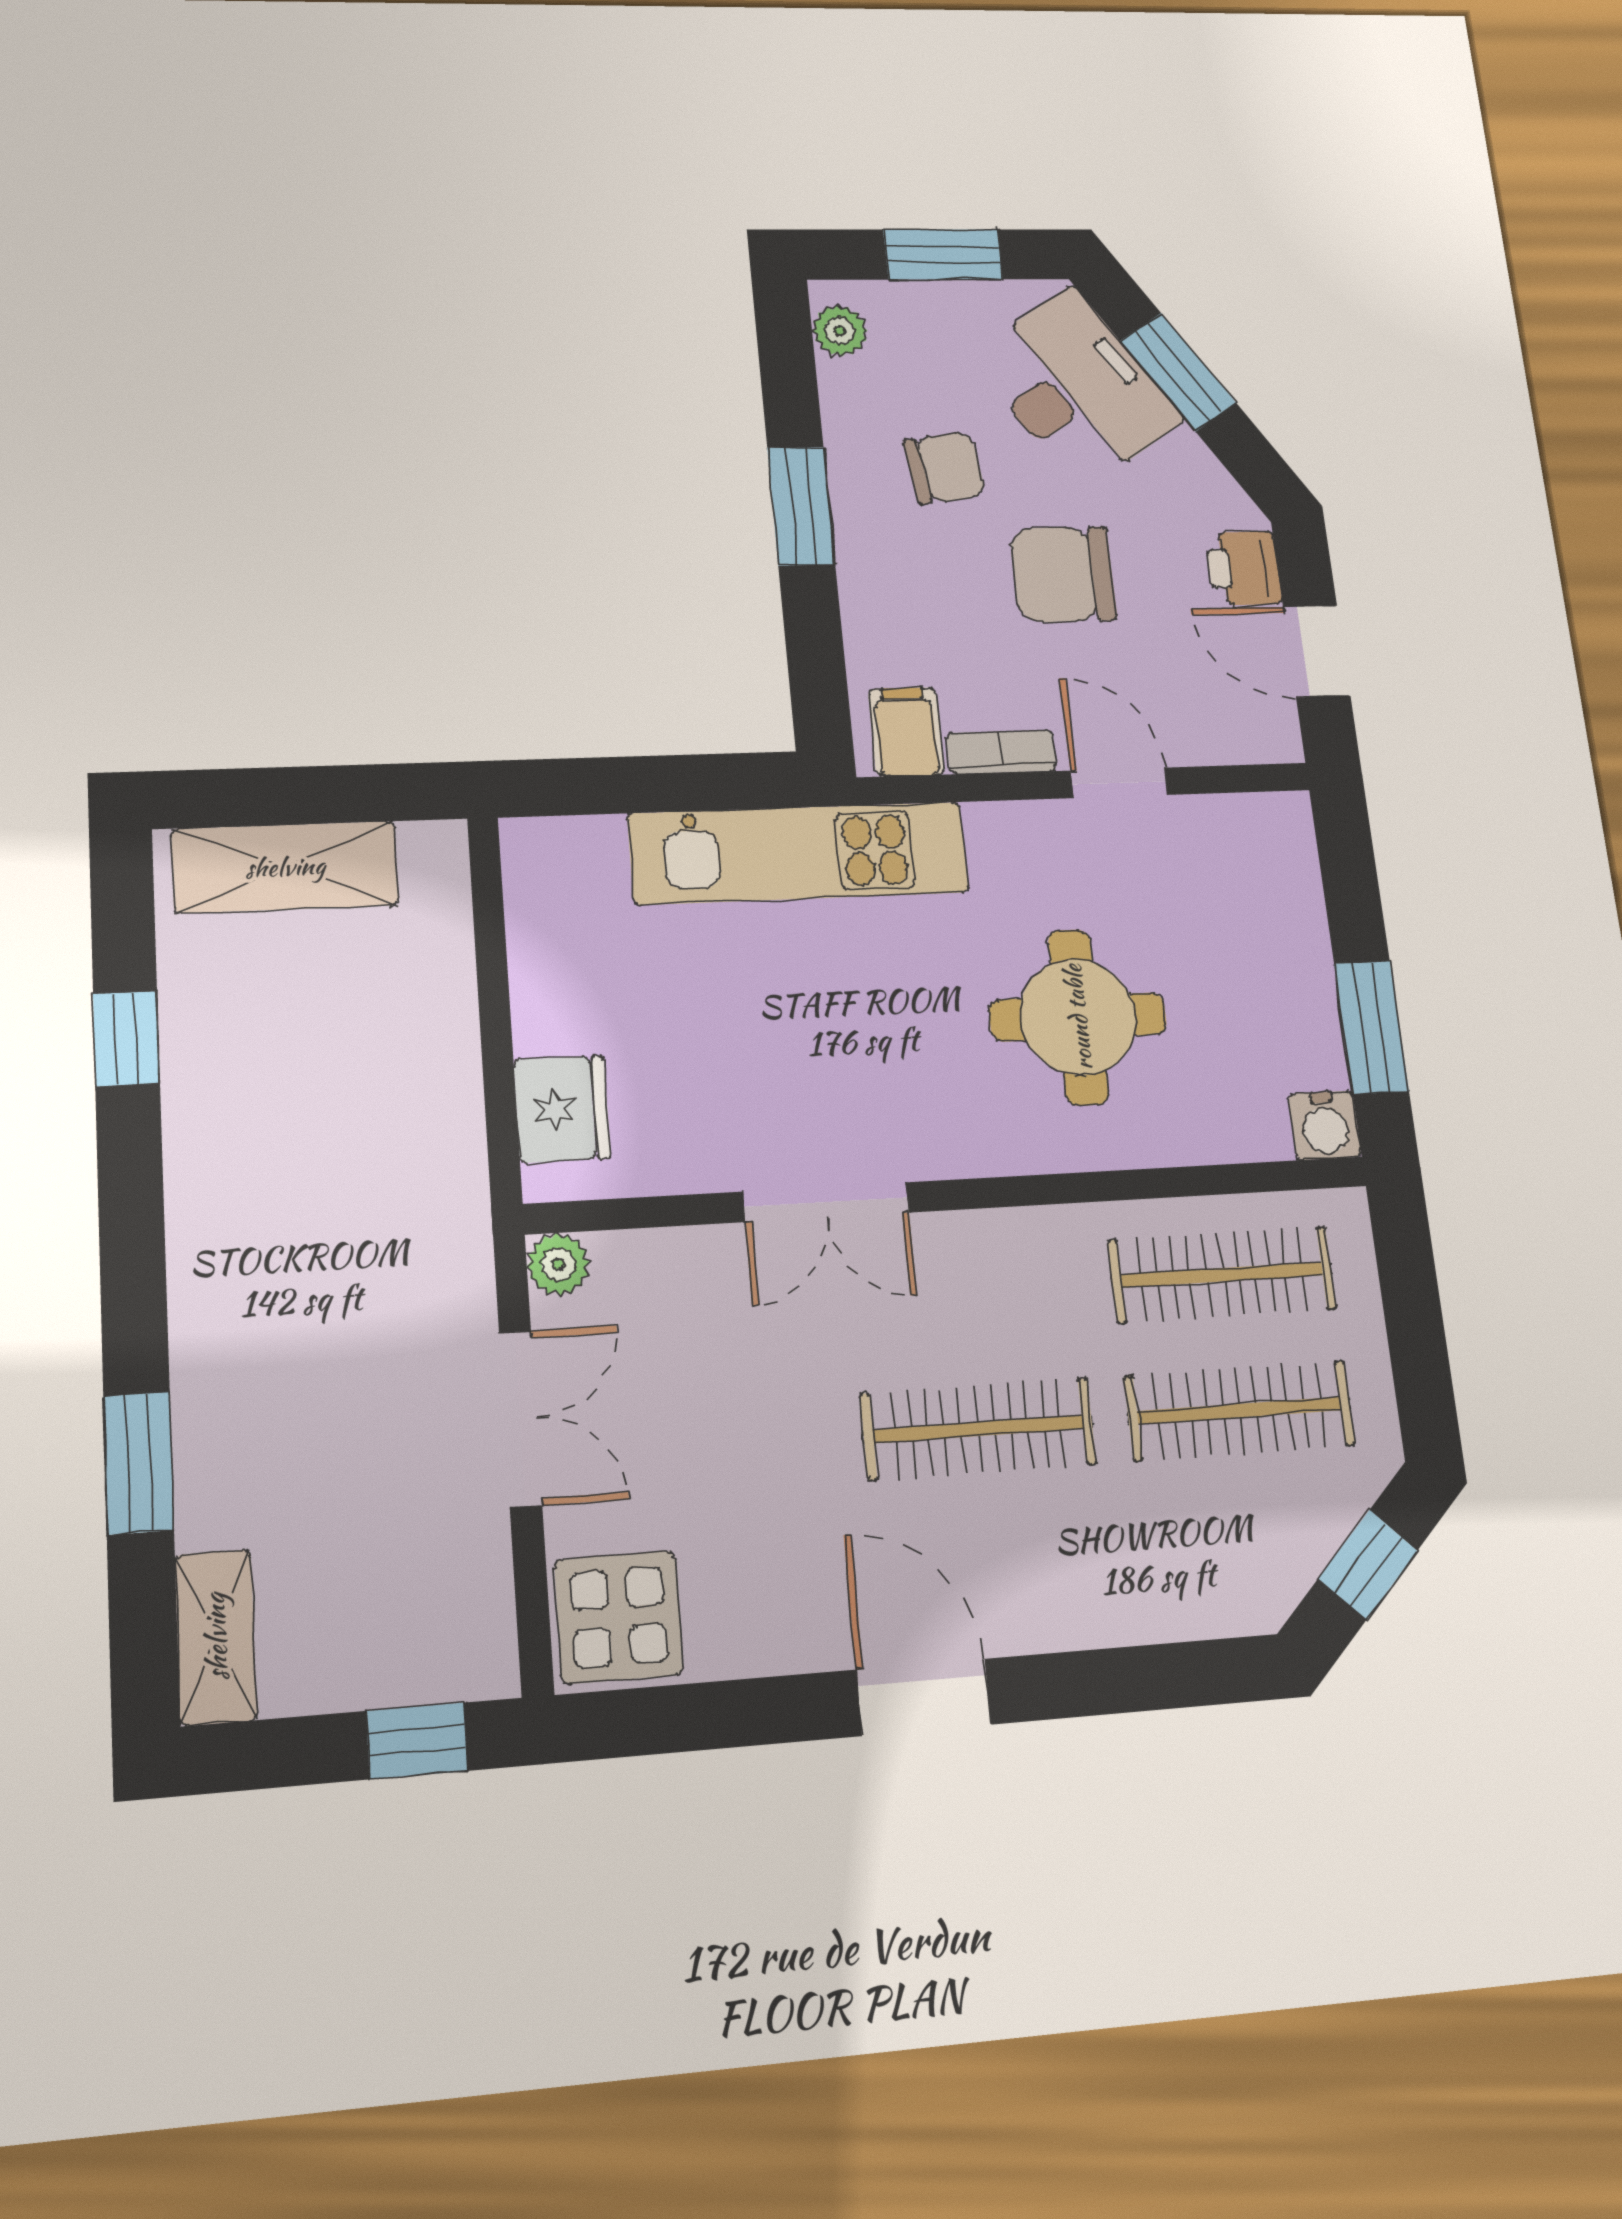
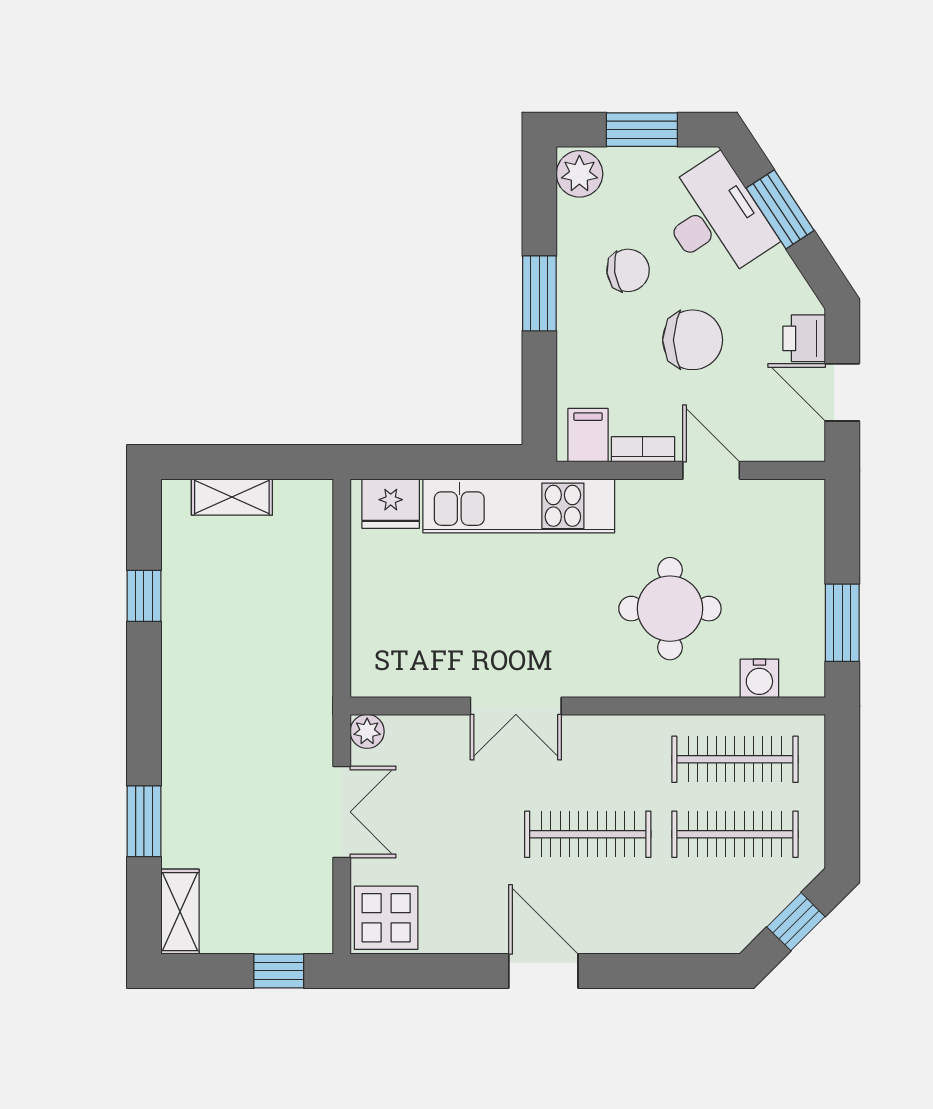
plant: (840, 331) -> (579, 174), width x1.38, depth x1.38
chair: (1063, 574) -> (693, 340), turned 180
shelving: (285, 867) -> (232, 497), width x0.67, depth x0.75
fridge: (562, 1109) -> (391, 504), moved, turned 90
water cooler: (1325, 1125) -> (759, 678), moved

